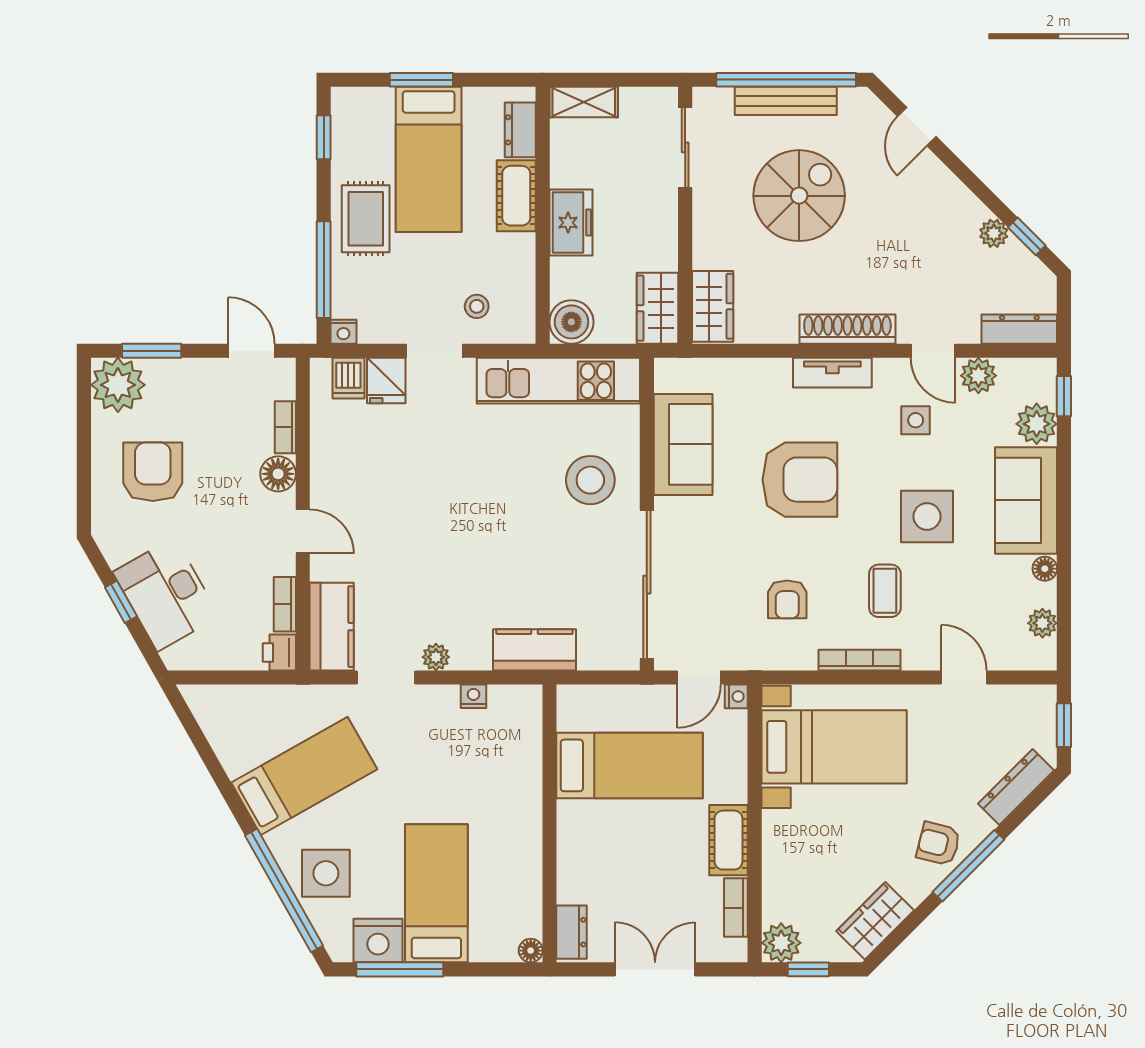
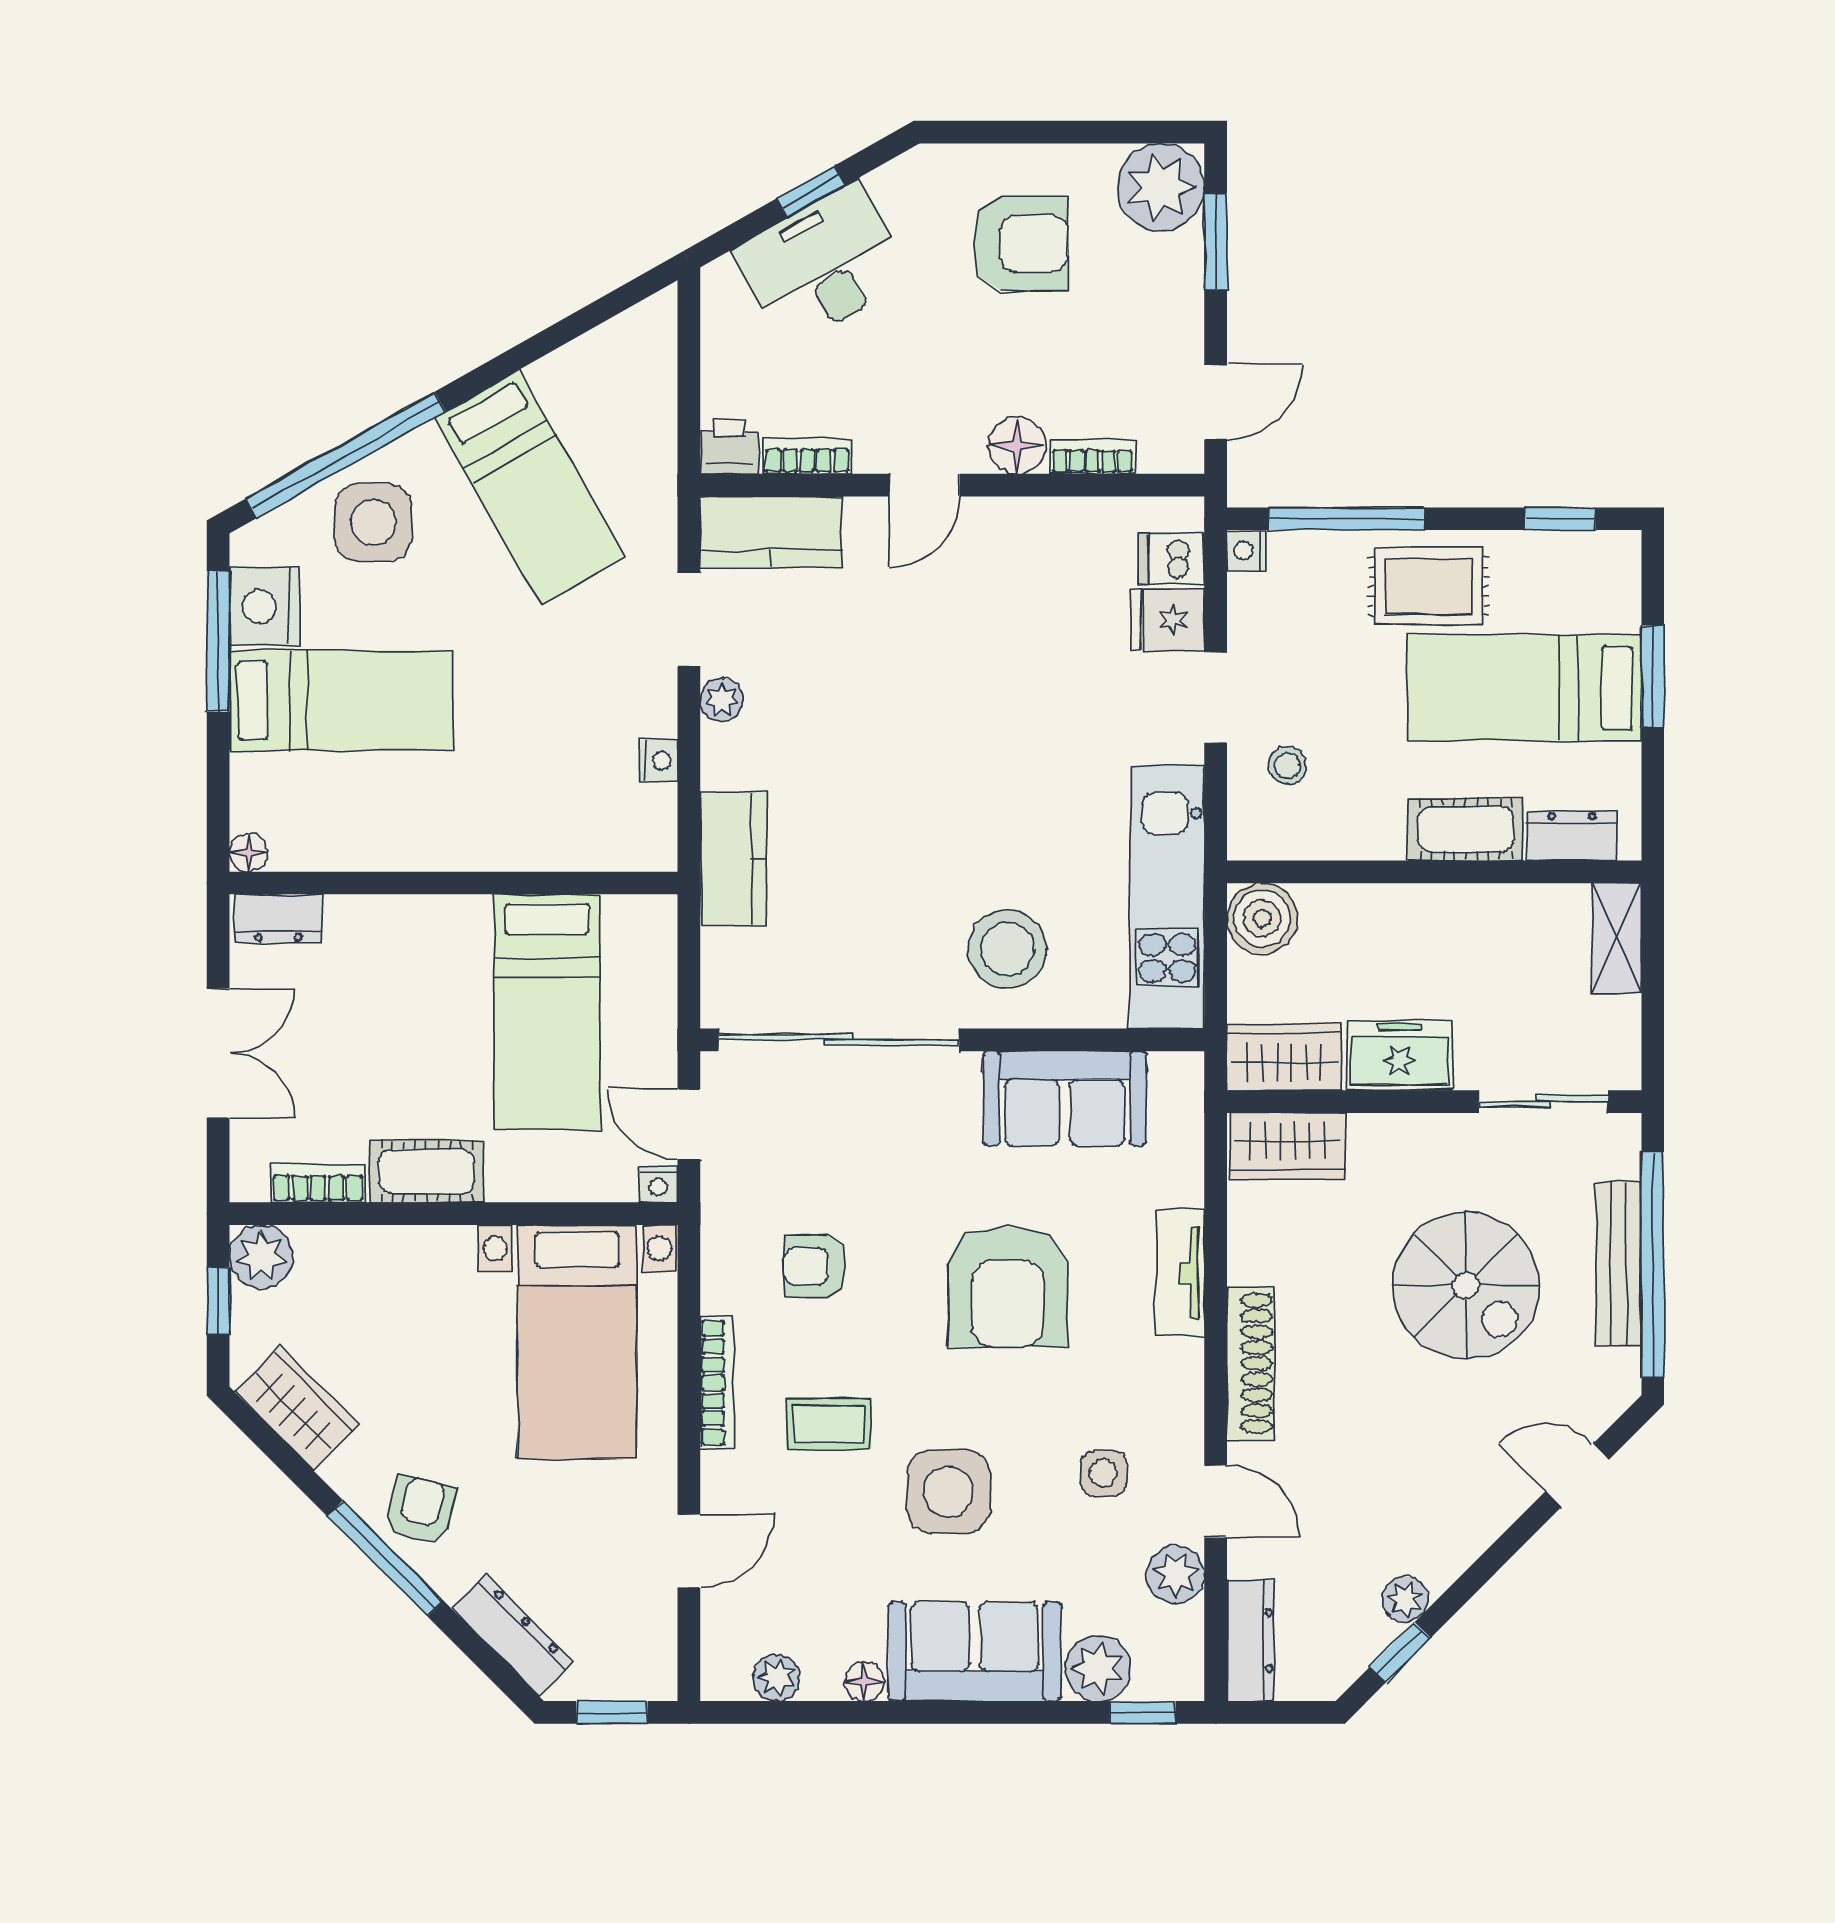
freezer: (571, 223) -> (1400, 1056), moved, turned 180
door: (933, 351) -> (1216, 1501), swing flipped
tv unit: (832, 373) -> (1180, 1273), moved

